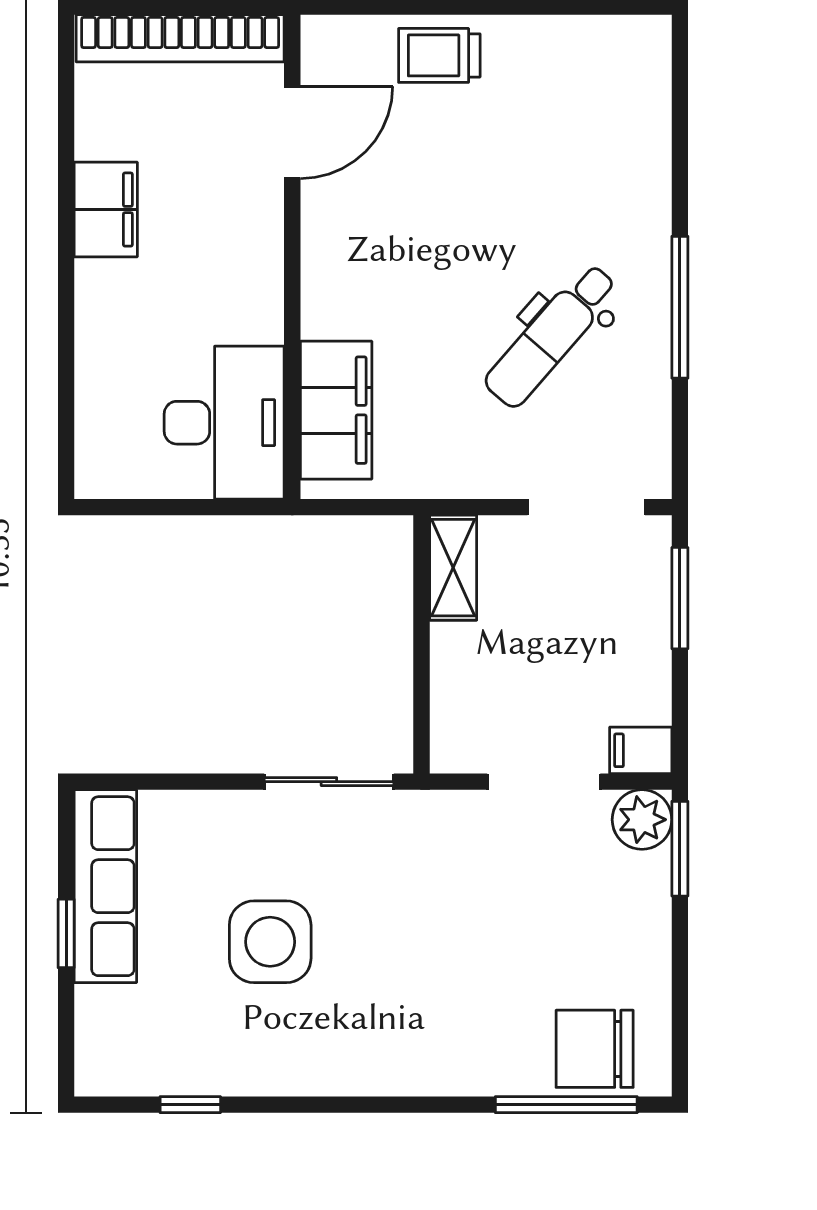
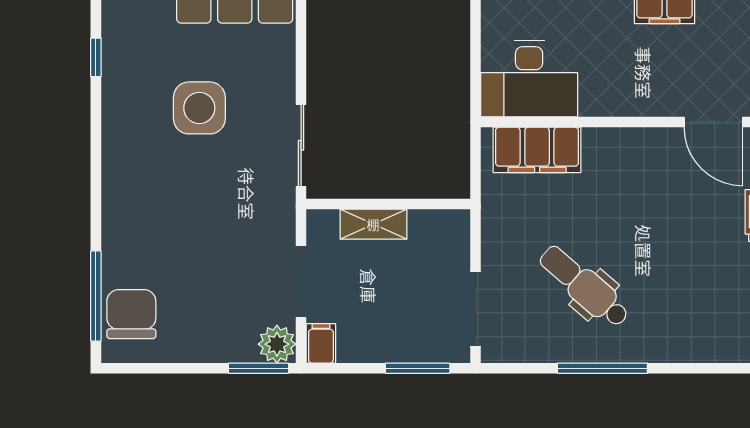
shelving: (453, 568) -> (373, 224), moved

